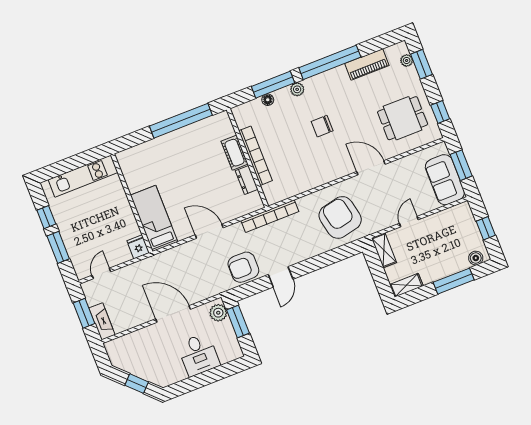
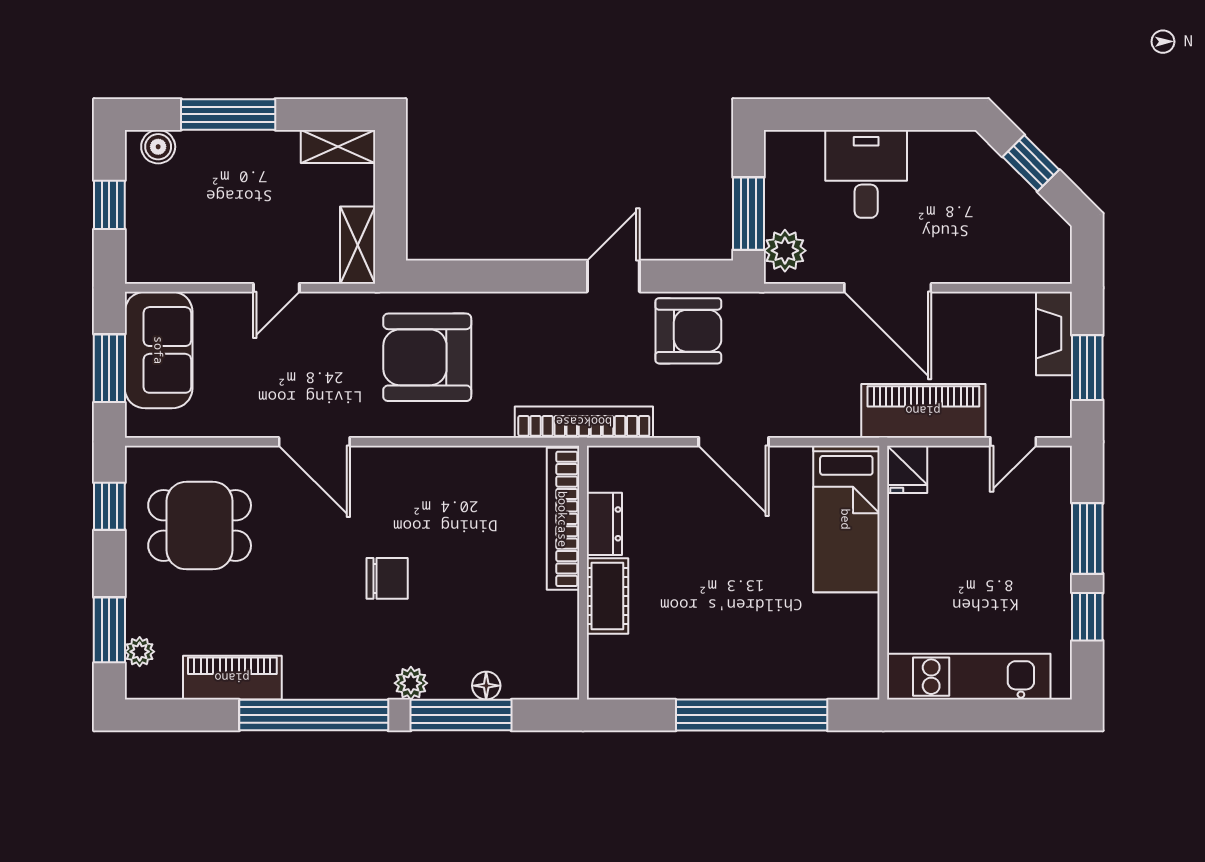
window: (181, 121) -> (752, 715), moved
bookcase: (256, 156) -> (563, 519), moved
armchair: (340, 217) -> (427, 357), turned 102
piano: (141, 272) -> (923, 411), added

